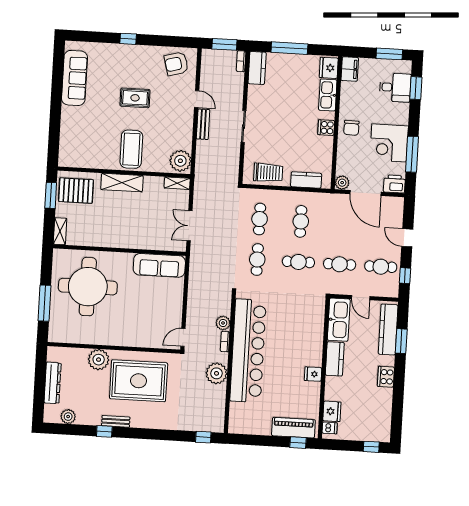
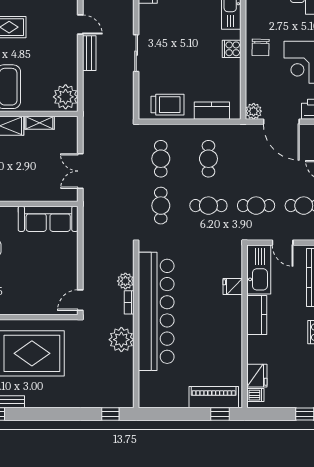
shelving: (177, 183) -> (39, 123), moved
fridge: (313, 374) -> (233, 287), moved

